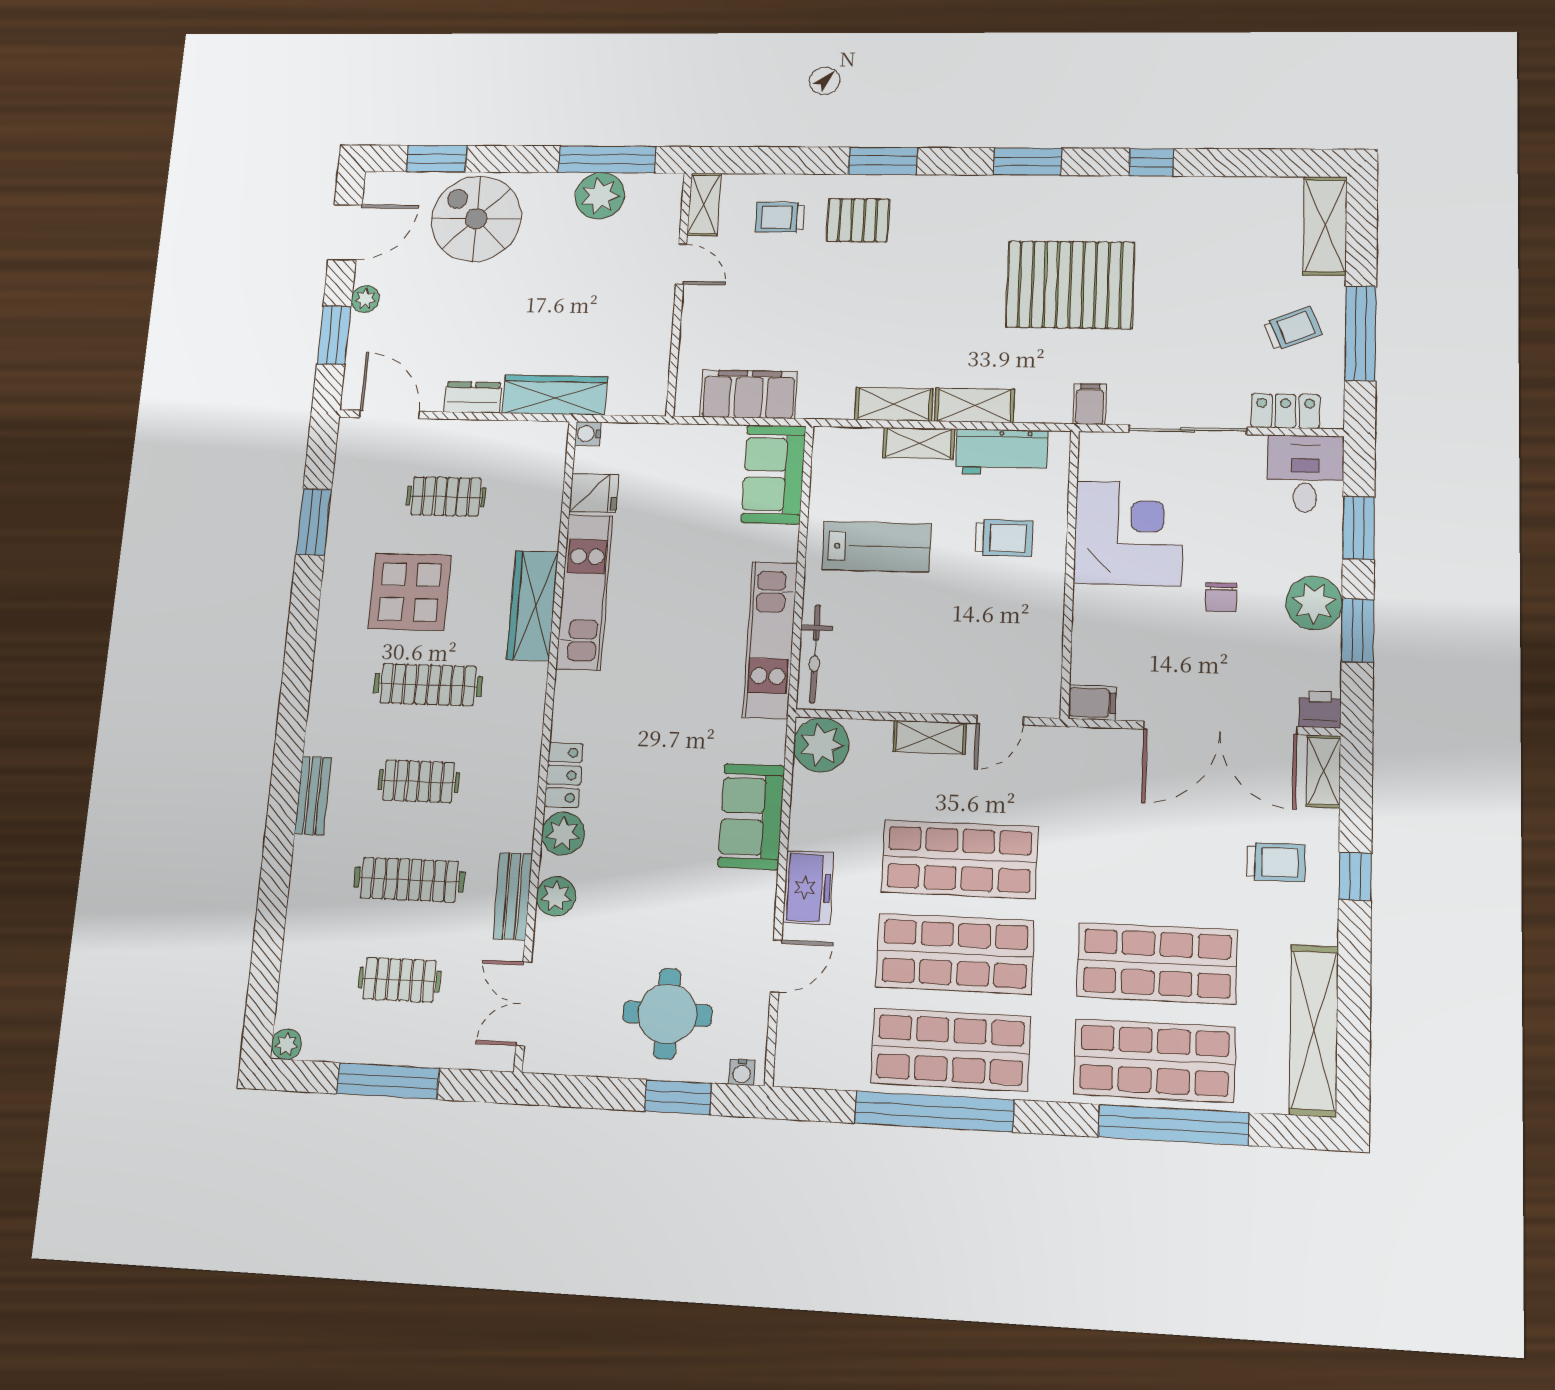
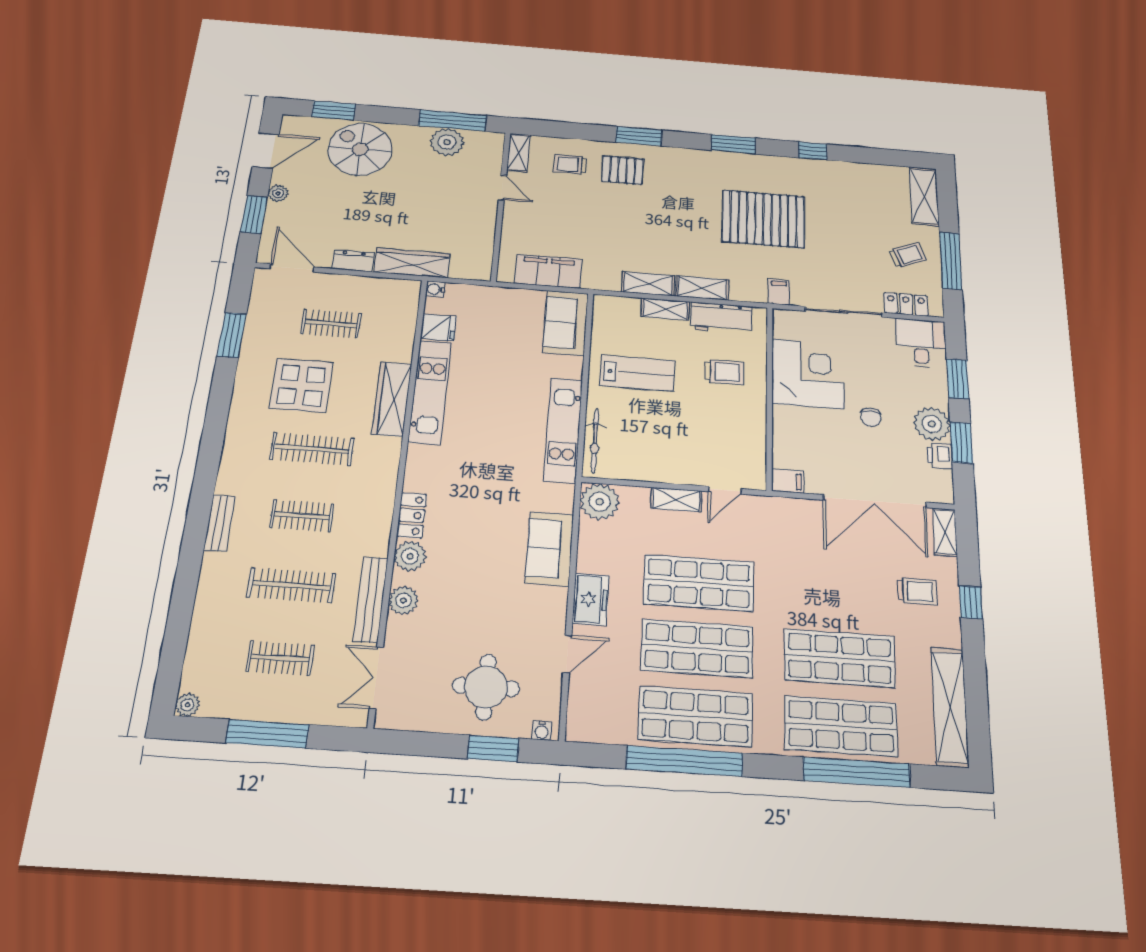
printer: (1320, 709) -> (940, 456), moved, turned -90
bench: (513, 896) -> (371, 600), width x1.36

